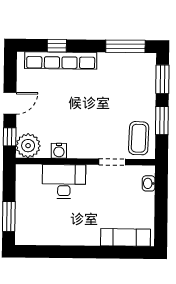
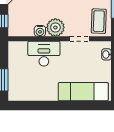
plant: (28, 146) -> (55, 27), moved
exam couch: (125, 237) -> (83, 92), width x1.36, depth x1.45

